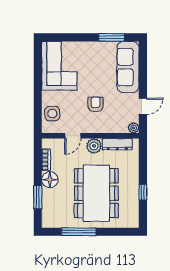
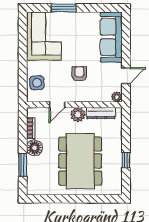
window: (112, 37) -> (64, 8), moved
window: (79, 232) -> (63, 199), removed

